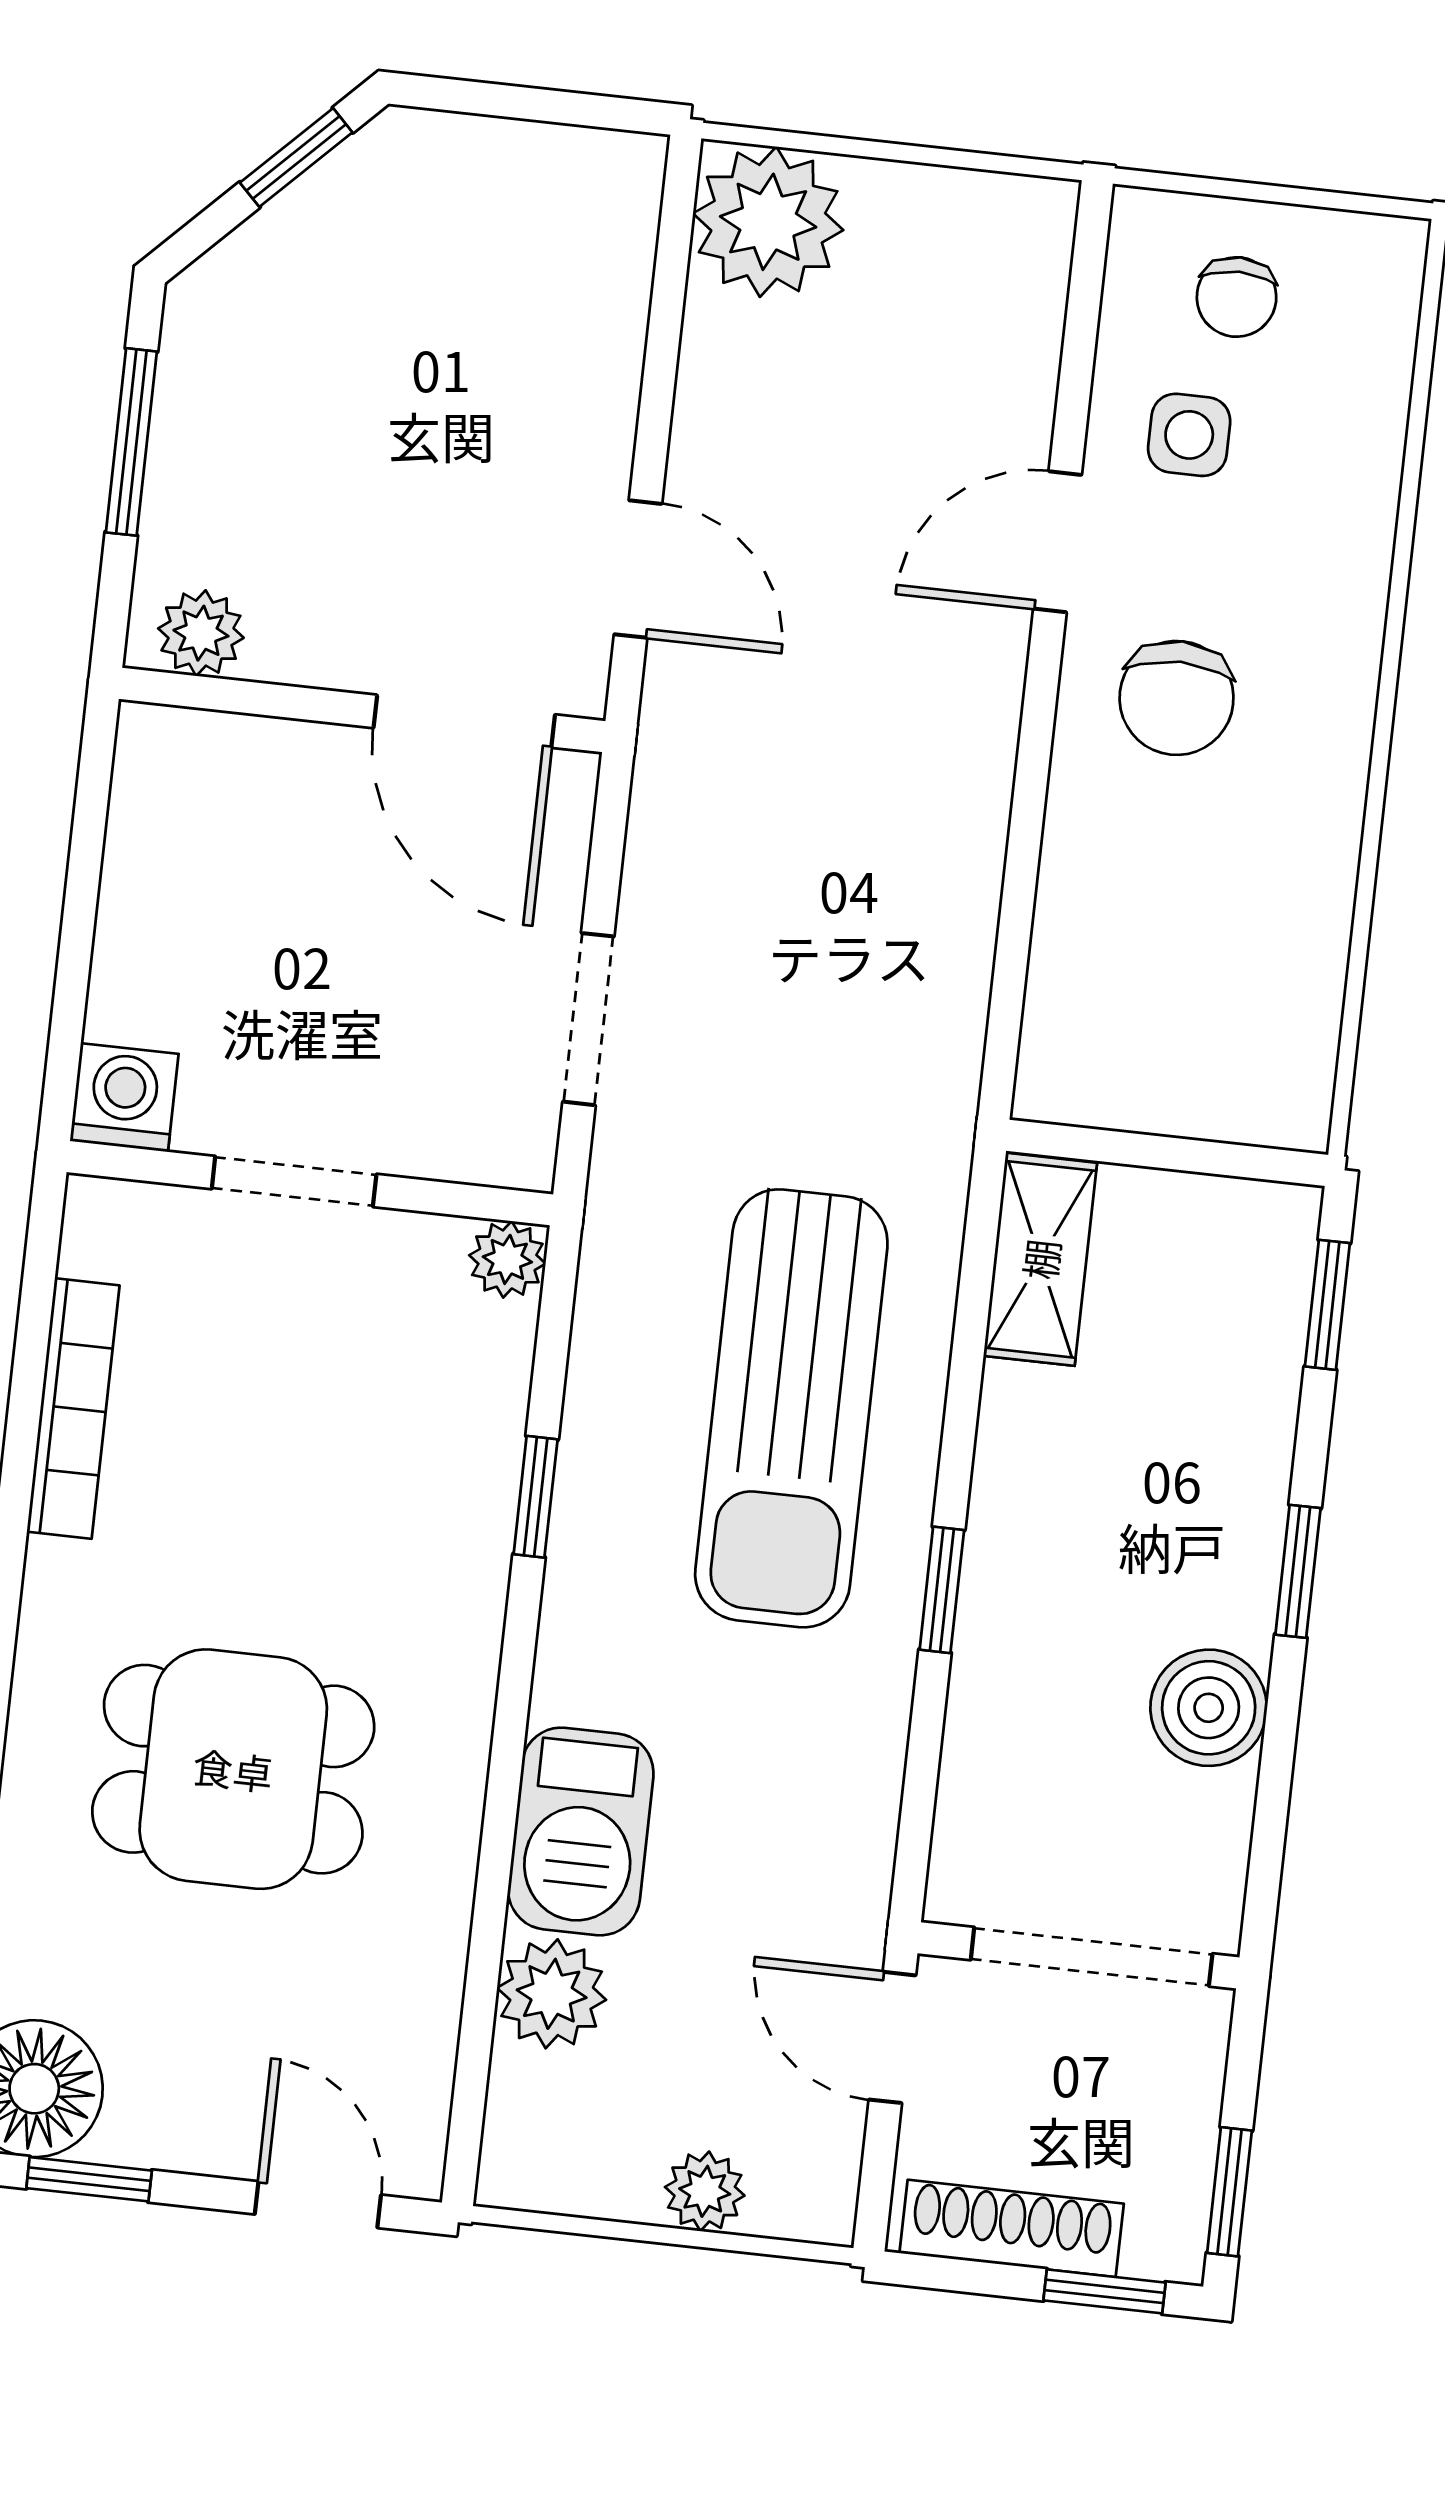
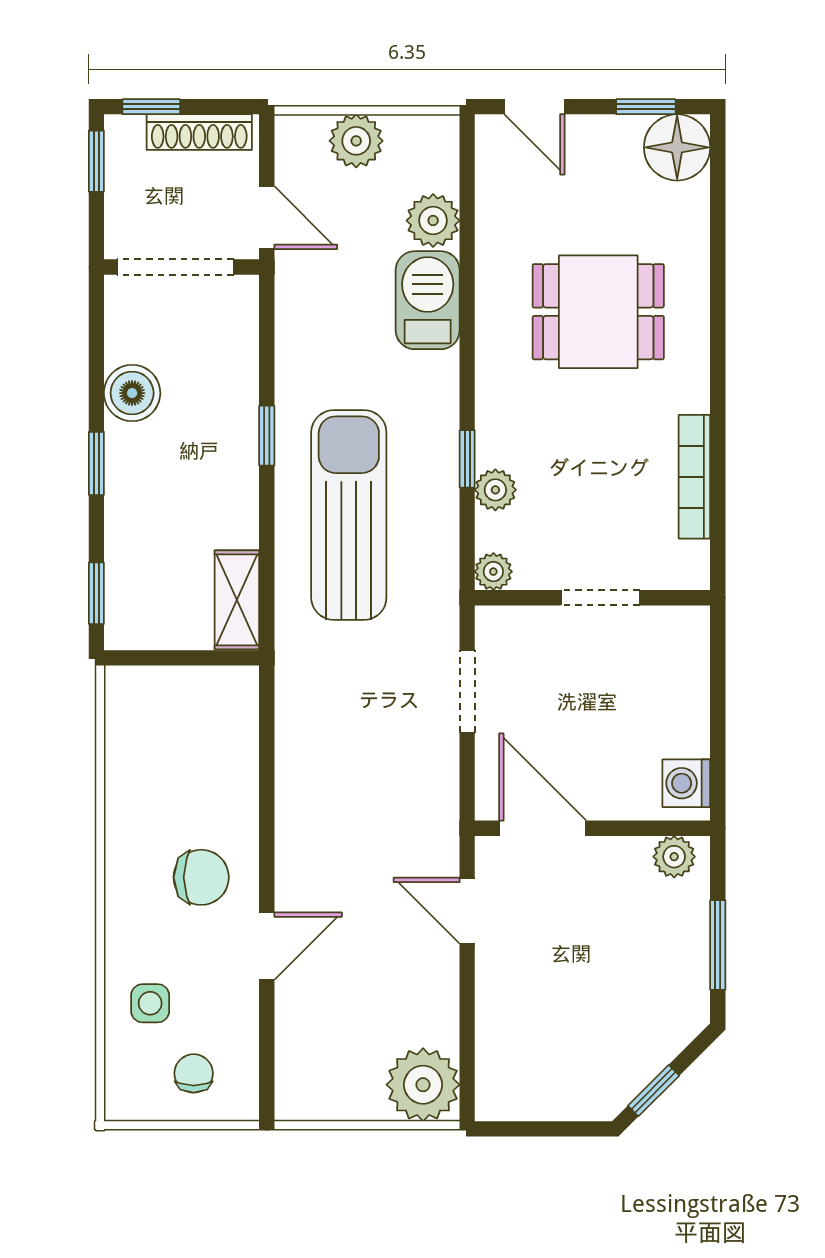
side table: (1189, 435) -> (150, 1003), moved
chair: (1177, 698) -> (201, 877), turned 90
washing machine: (124, 1097) -> (686, 783), moved, turned 90
plant: (485, 1427) -> (495, 490), added
plant: (705, 2191) -> (356, 141), width x1.38, depth x1.38

